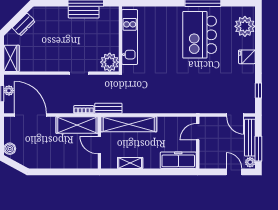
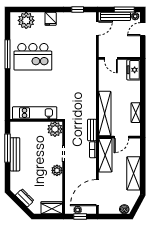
bench: (84, 12) -> (15, 154), width x1.36
plant: (58, 65) -> (57, 170), added
shelving: (54, 160) -> (134, 173), added
freezer: (178, 160) -> (134, 70), width x0.71

